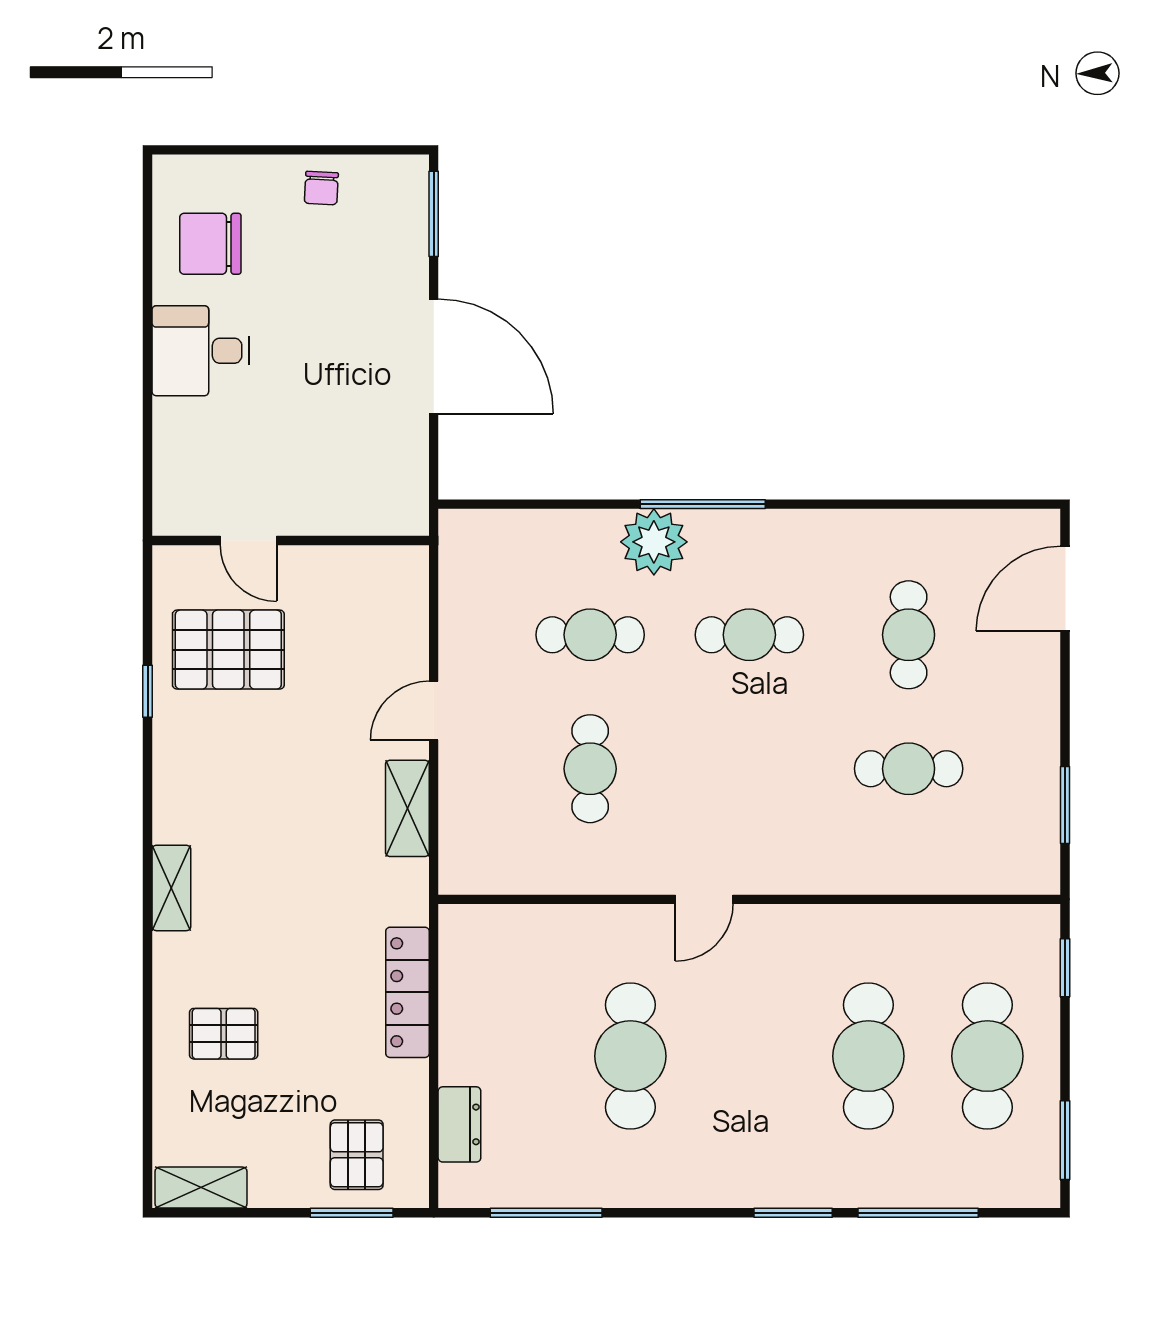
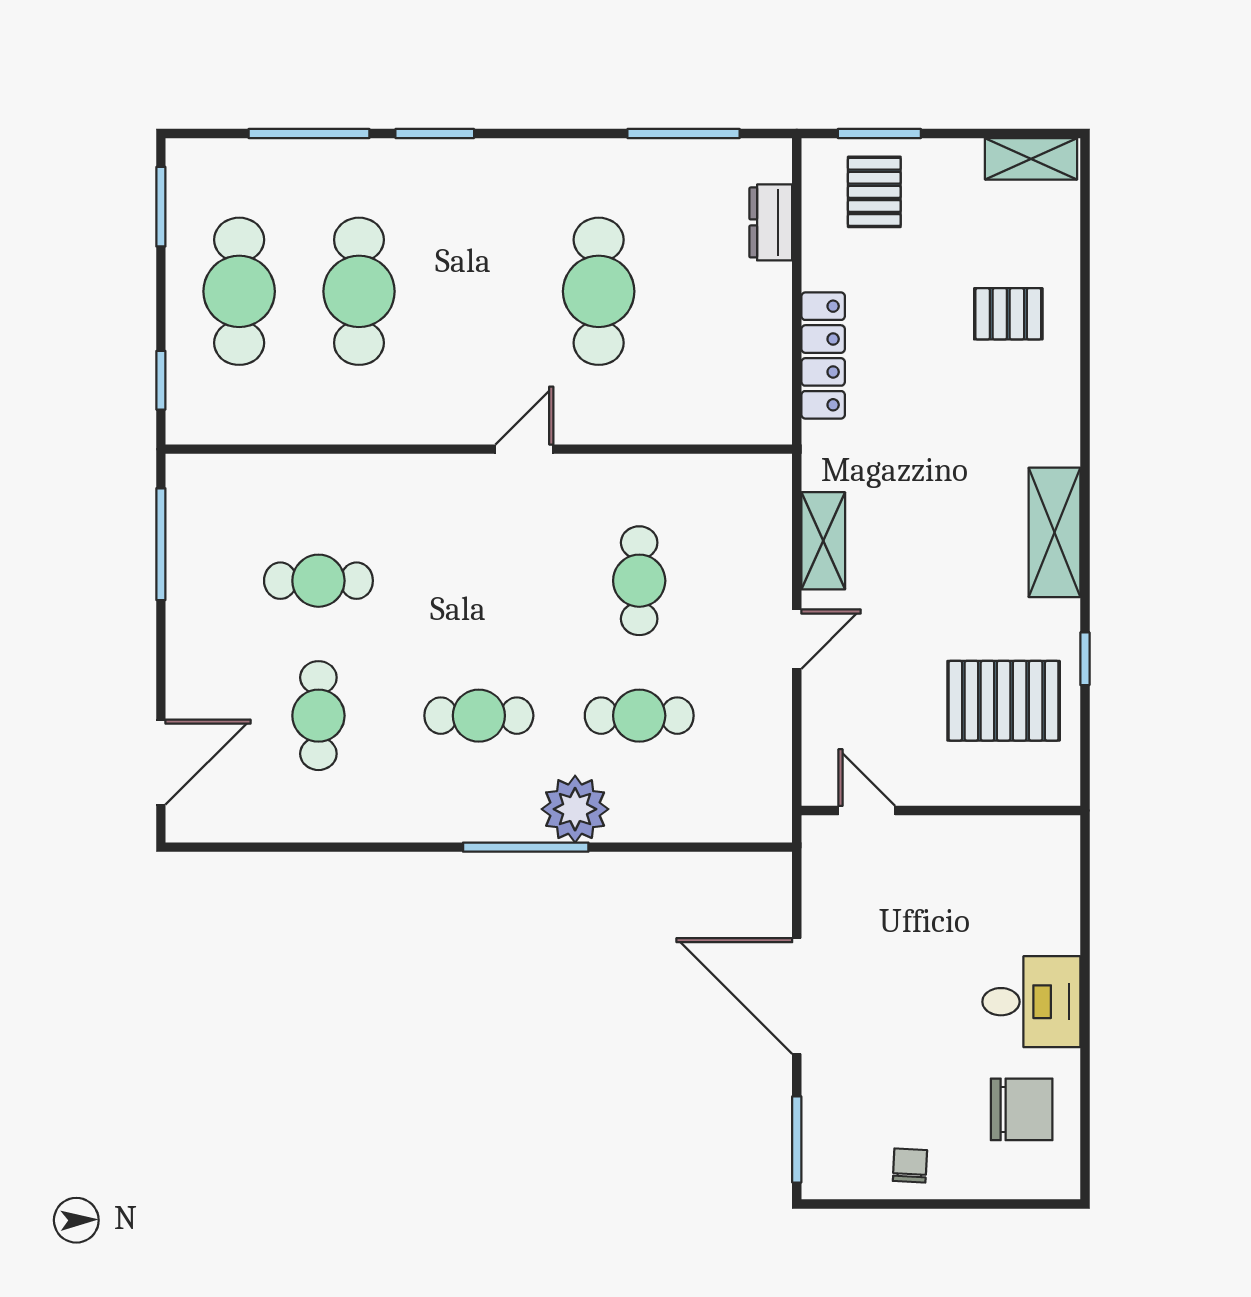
door: (248, 540) -> (867, 811), moved
window: (1065, 805) -> (161, 544), width x1.44
shelving: (171, 888) -> (1054, 532), moved, width x1.50, depth x1.33

